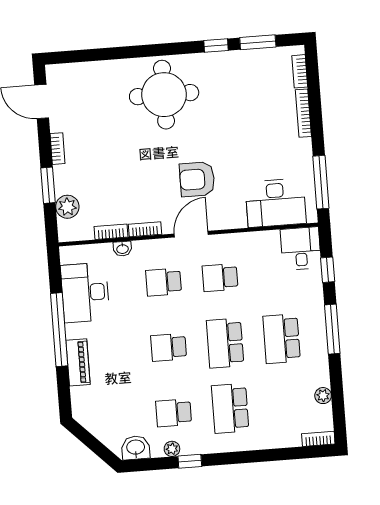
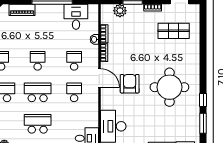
round table: (164, 95) -> (169, 87), moved
shop shelf: (96, 108) -> (174, 31), added
desk: (85, 293) -> (76, 17), width x0.73
piano: (78, 362) -> (22, 10), moved

